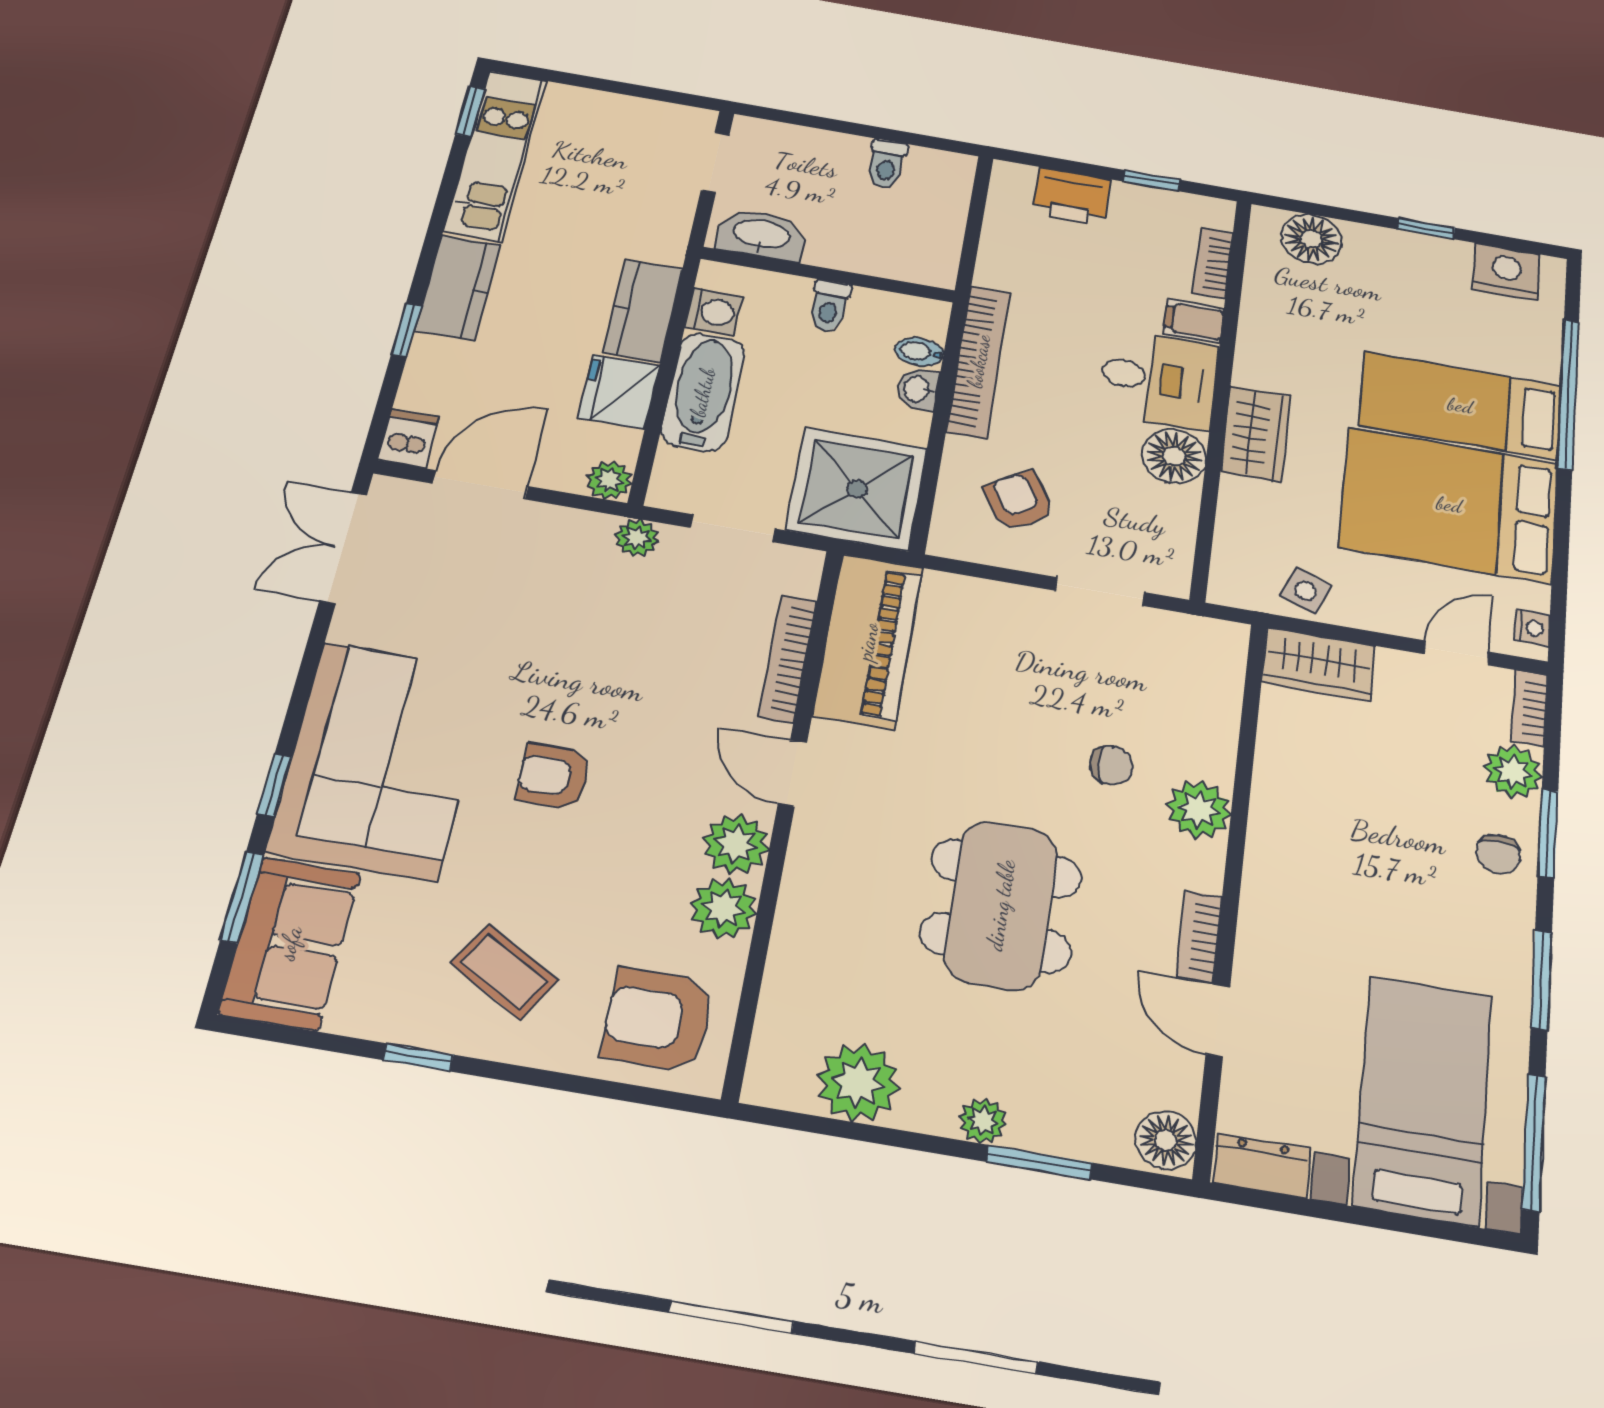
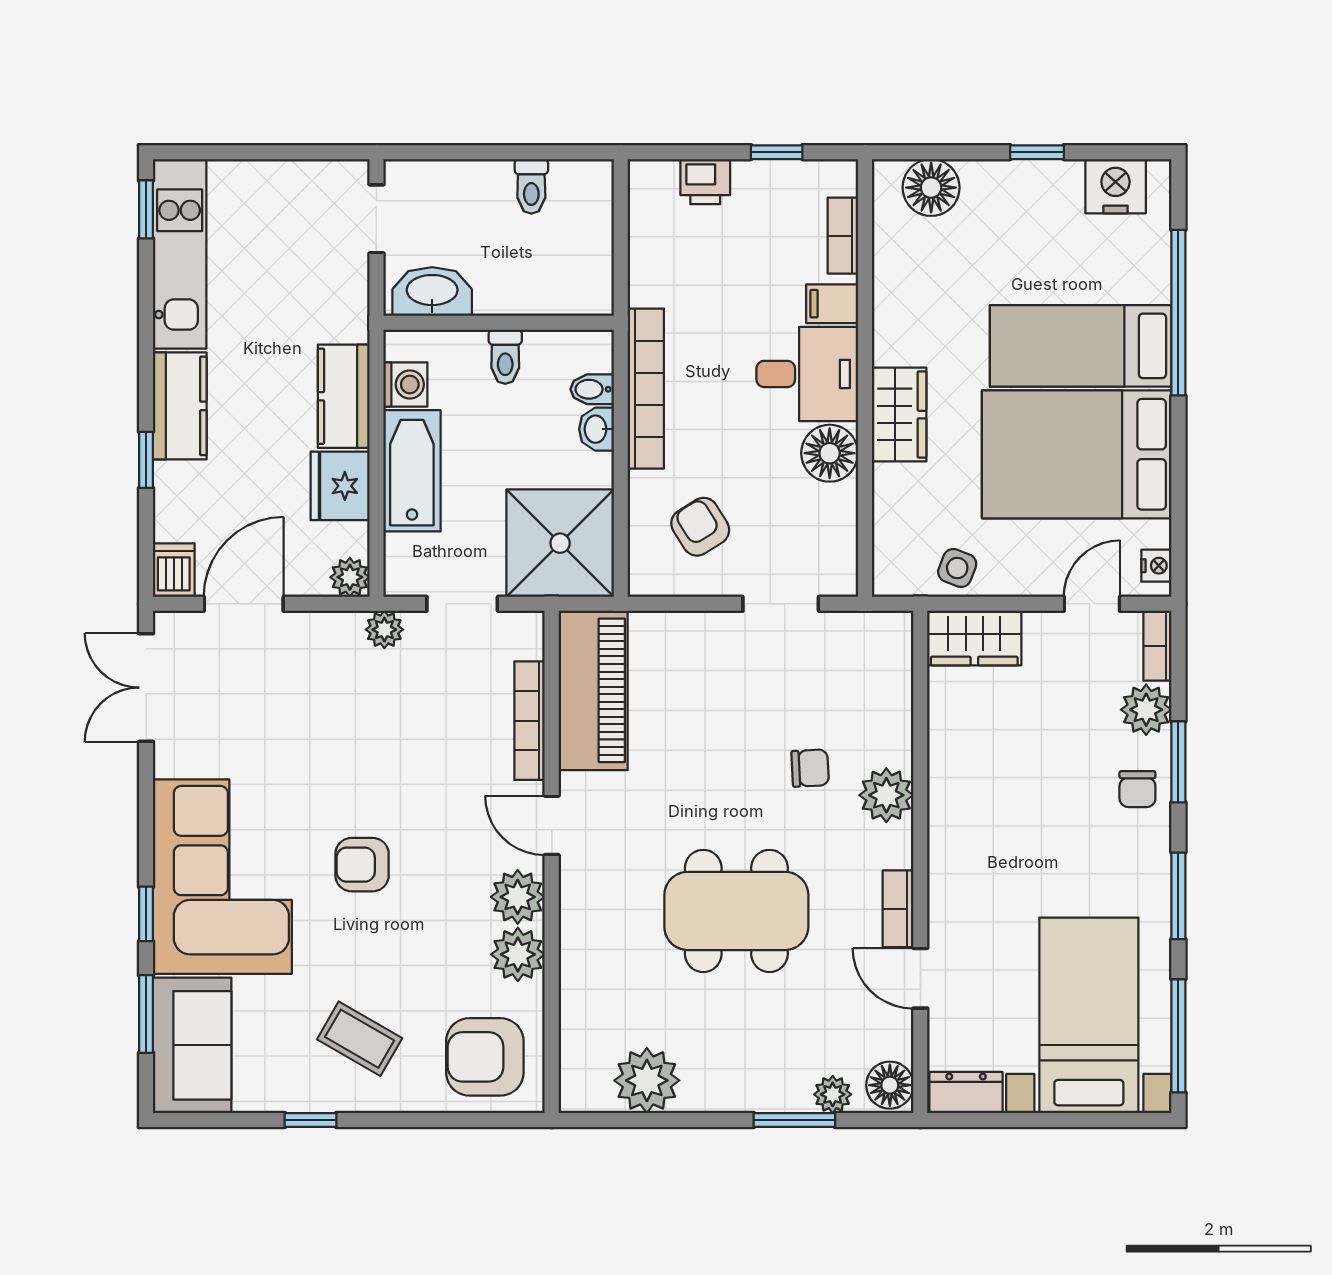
printer: (1072, 197) -> (705, 182), width x0.73, depth x0.81
dining table: (1001, 905) -> (736, 911), turned 90
plant: (983, 1121) -> (833, 1094), moved

